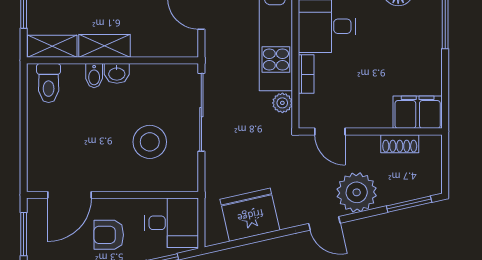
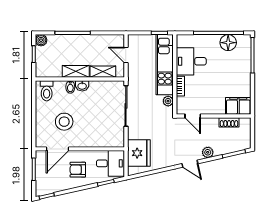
shelving: (52, 46) -> (103, 72), moved
stool: (150, 142) -> (64, 122), moved
plant: (357, 192) -> (208, 152), width x0.53, depth x0.53
fridge: (250, 215) -> (139, 153), moved, turned 103

